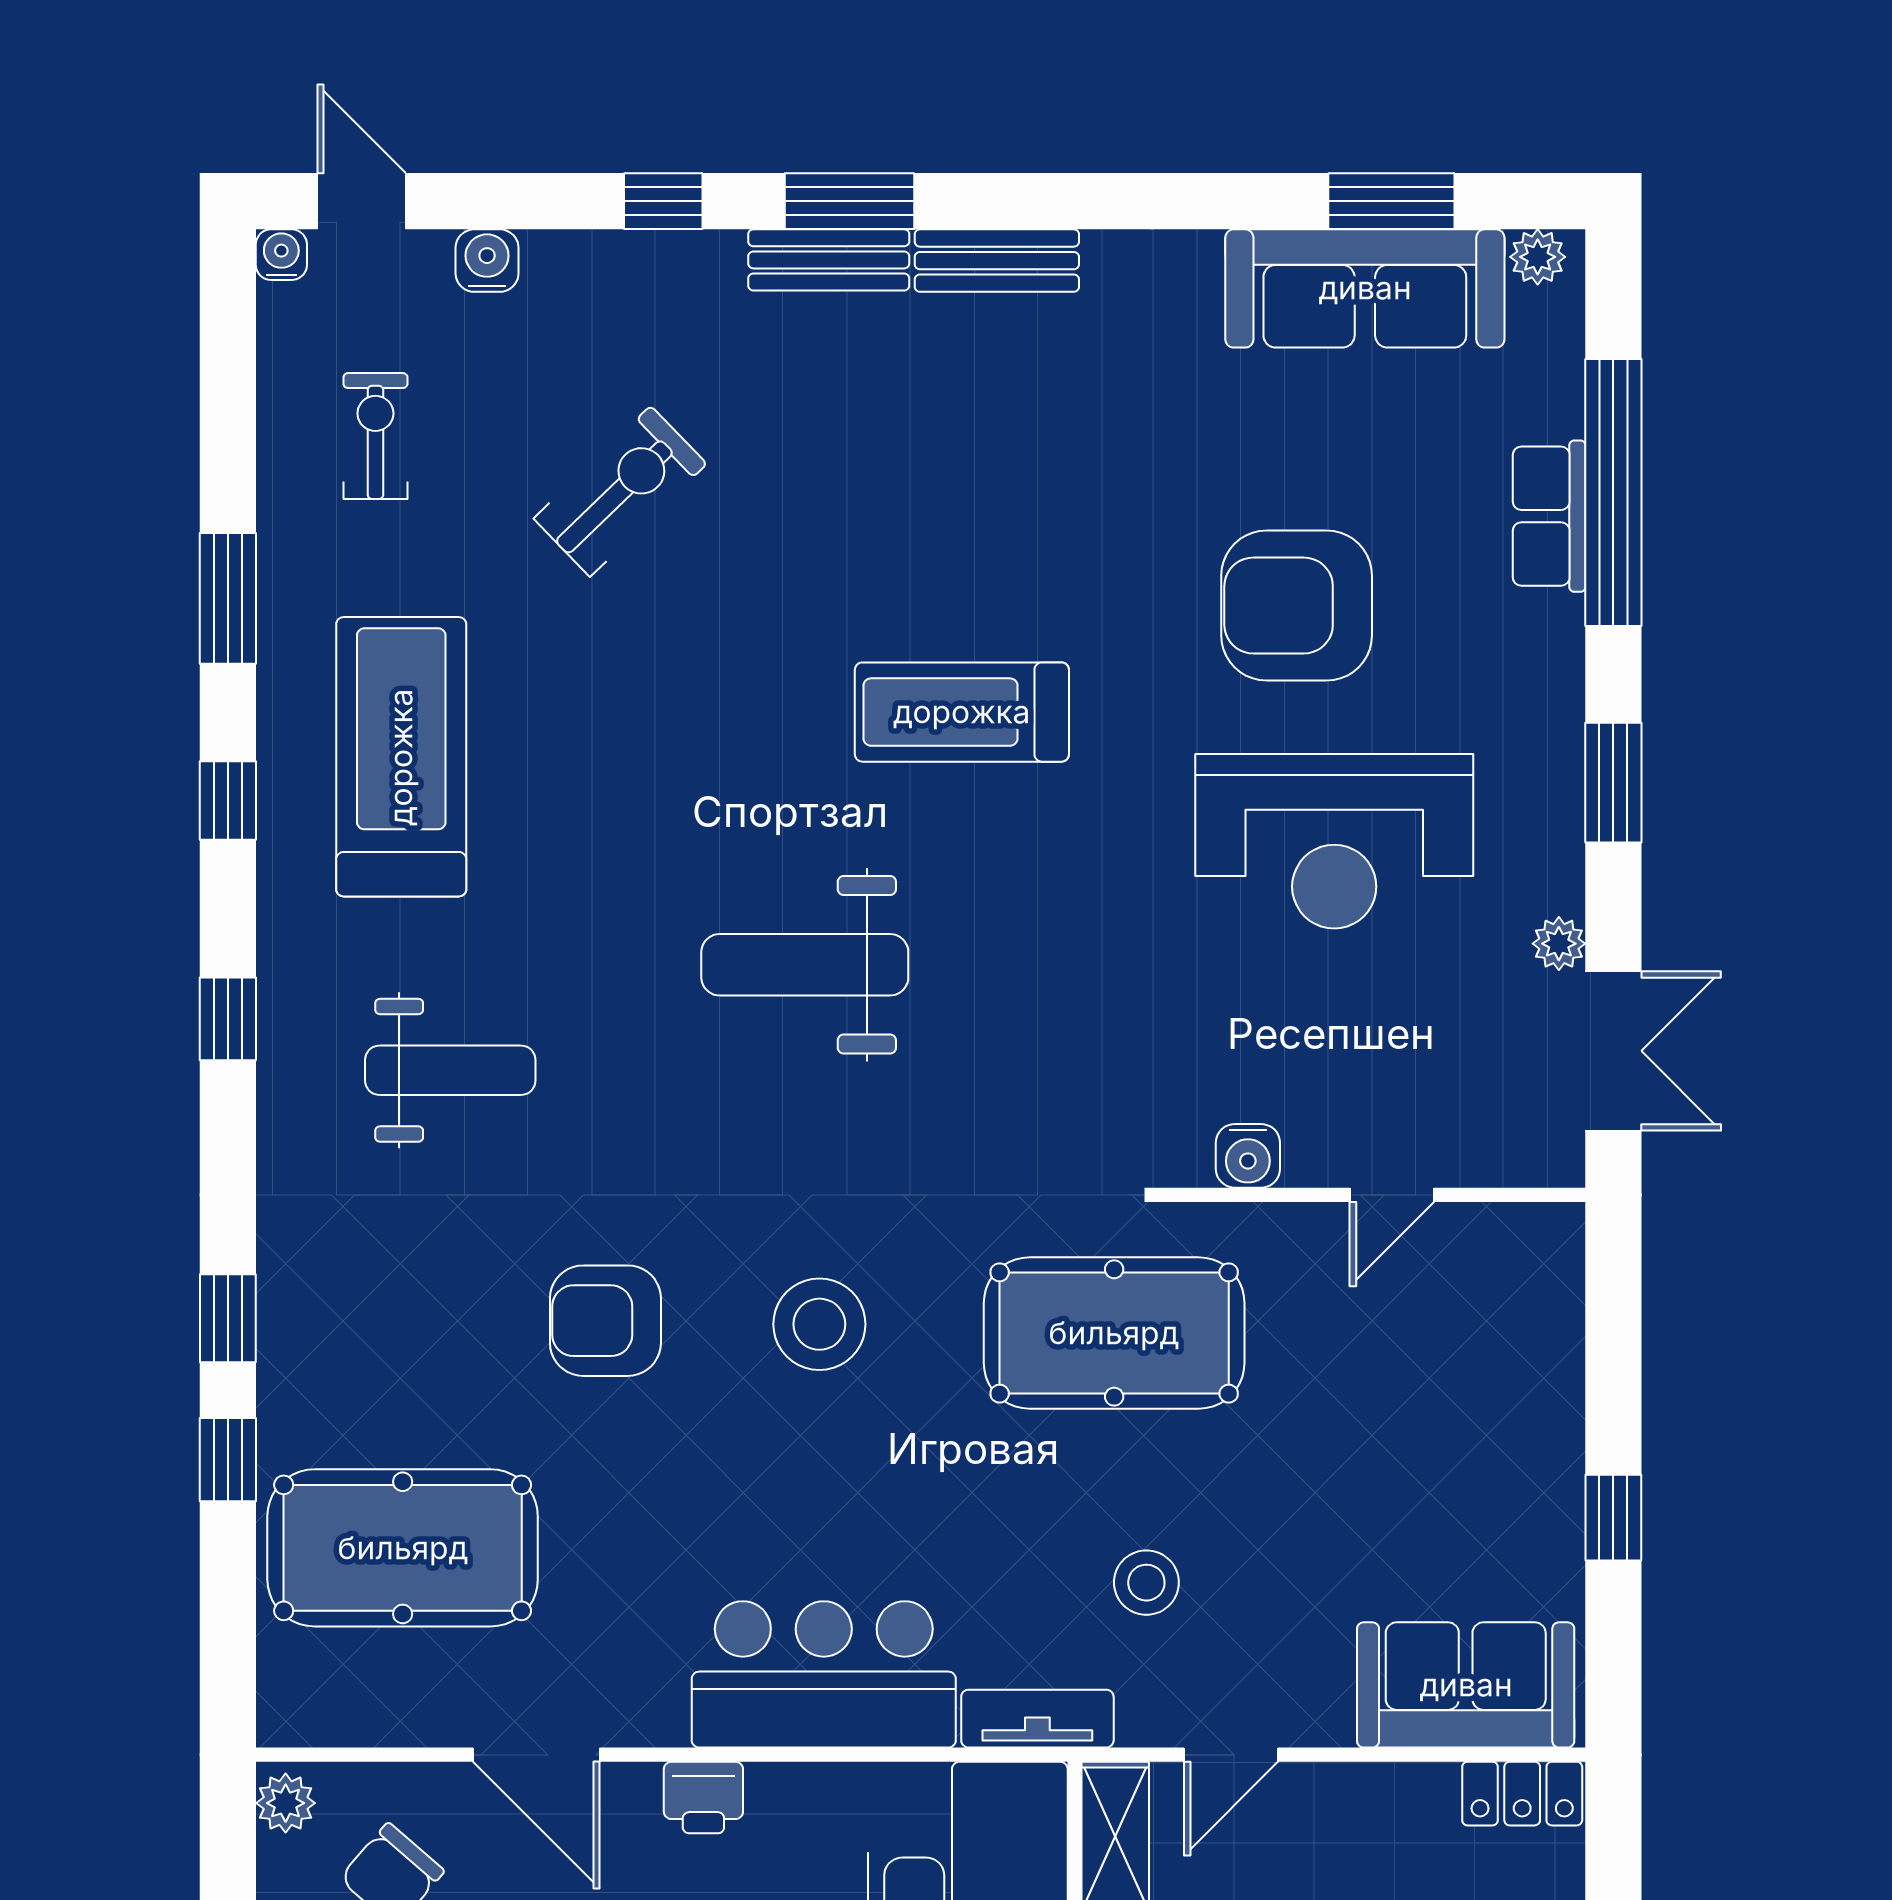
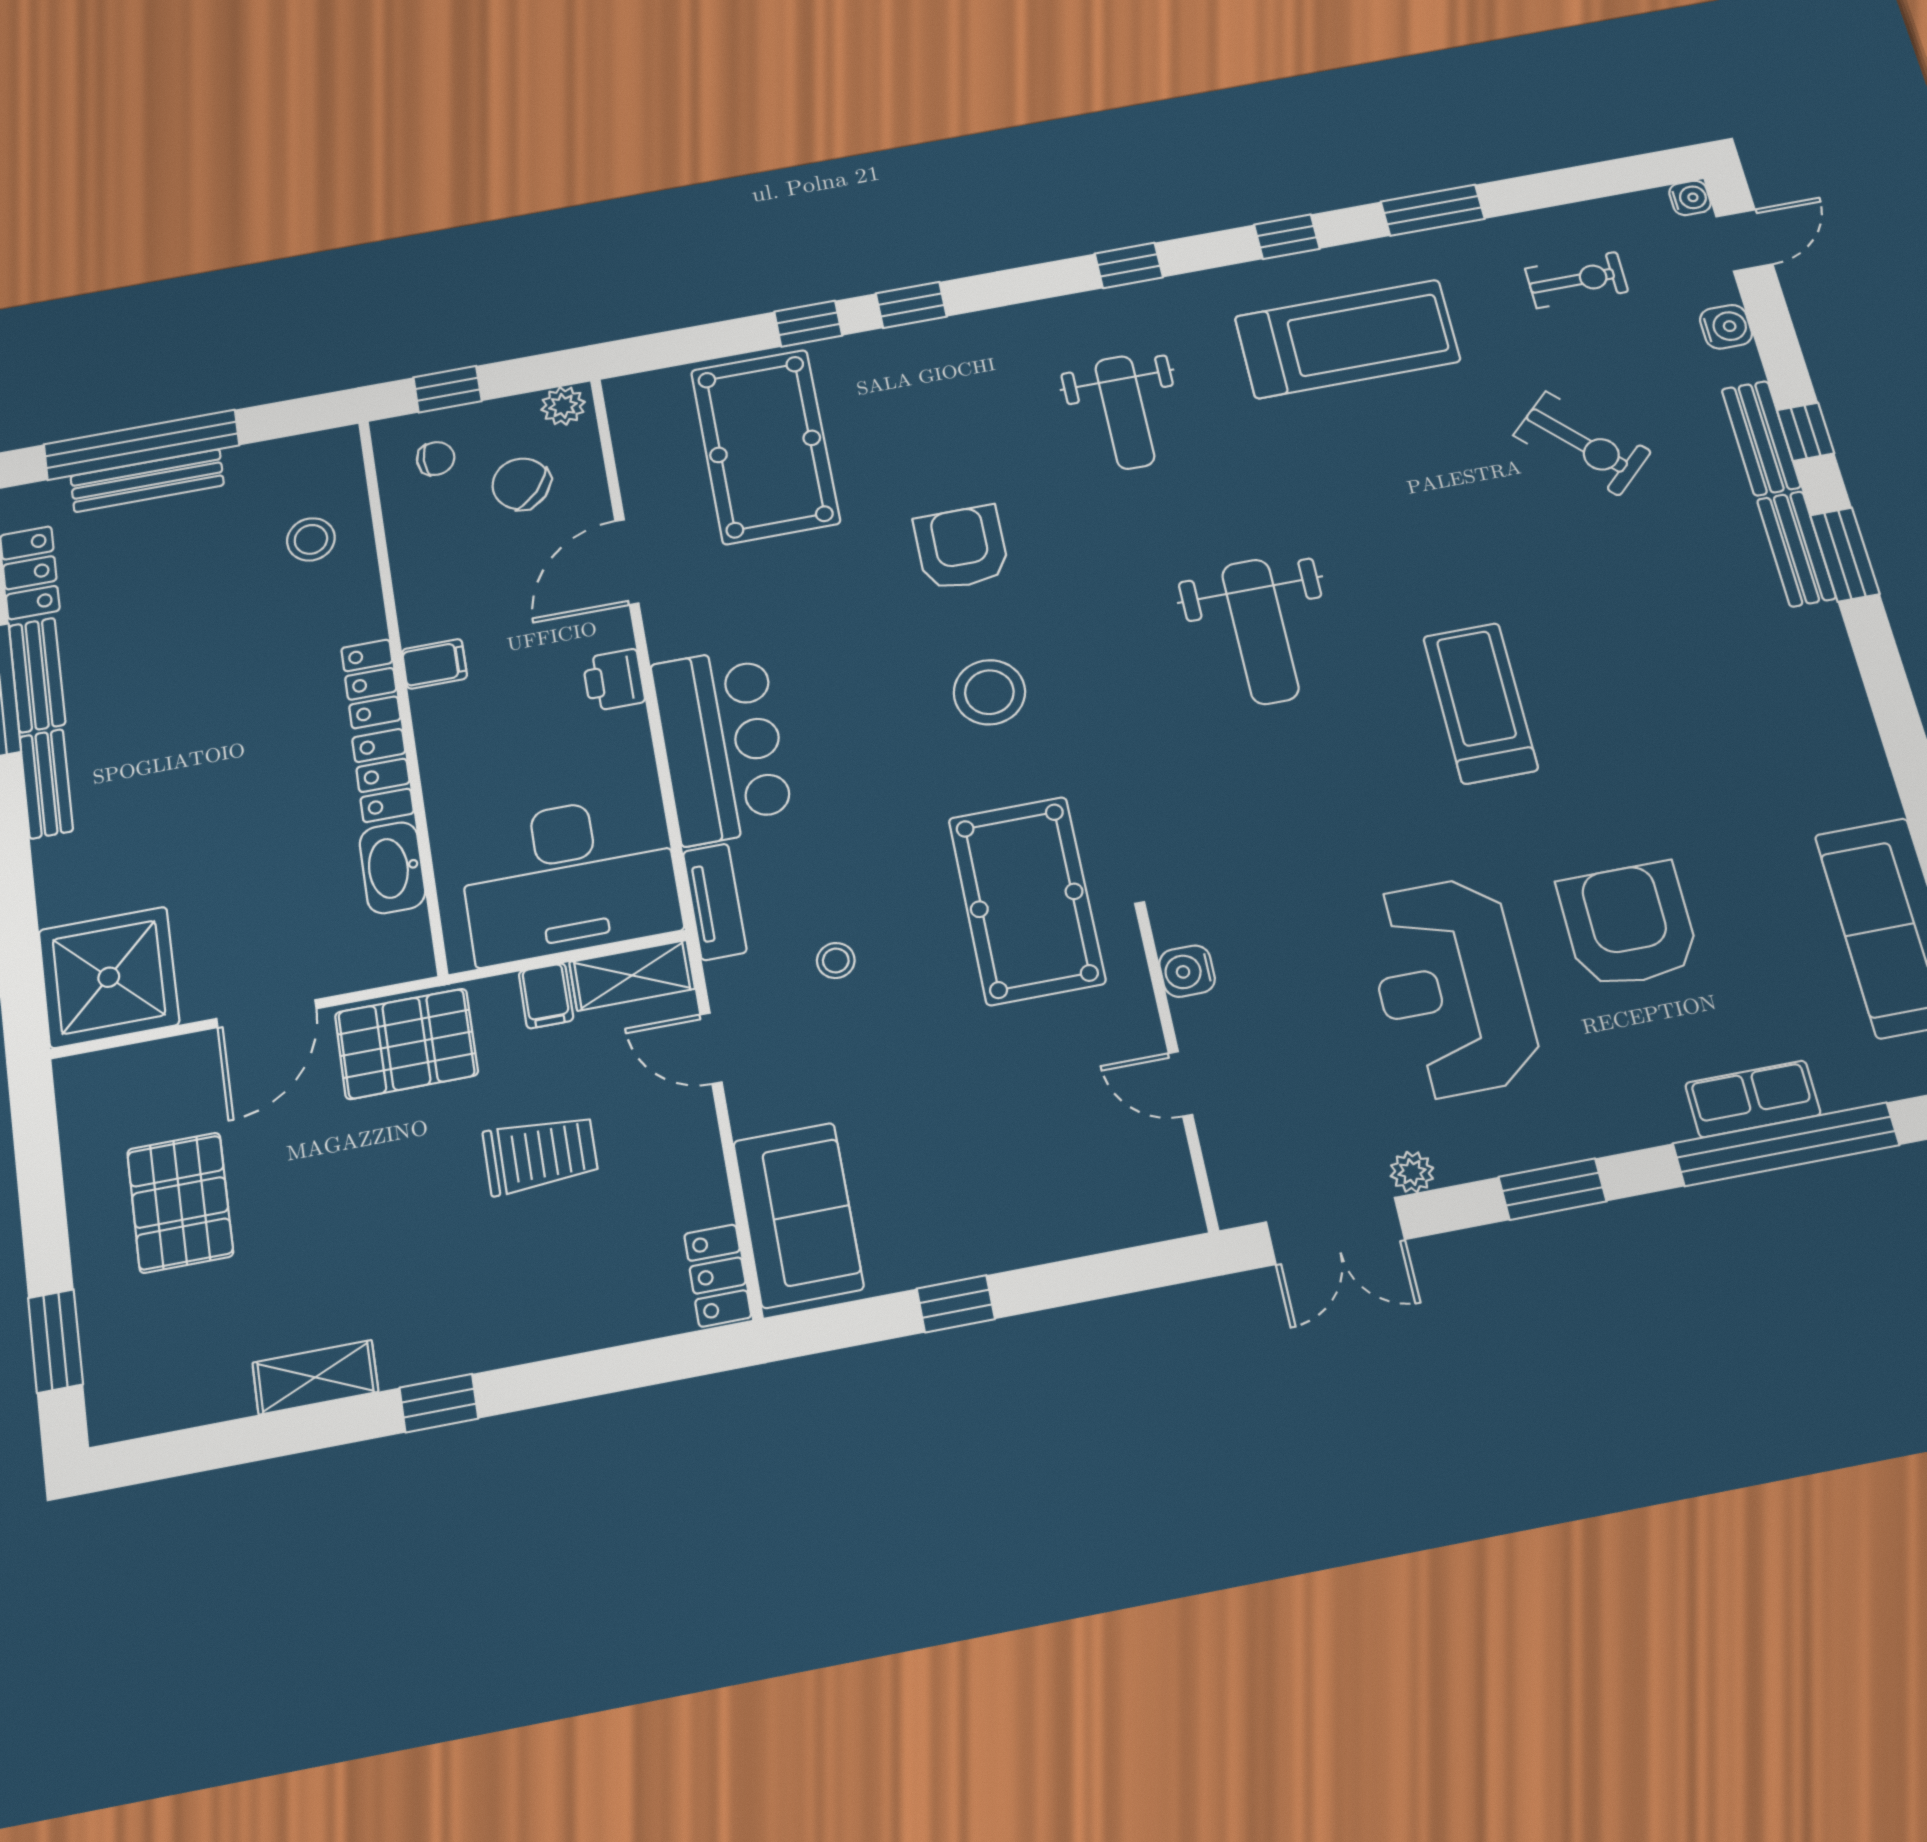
bench: (997, 261) -> (1761, 438), moved
weight bench: (805, 965) -> (1260, 632), turned 180
stool: (1146, 1583) -> (836, 960), width x0.73, depth x0.73

